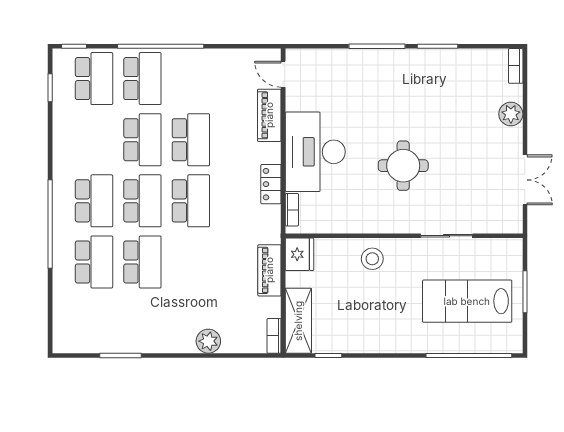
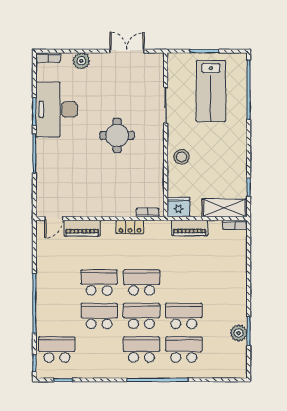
school desk: (142, 79) -> (57, 316), removed
desk: (315, 152) -> (57, 109), moved, turned 90
plant: (208, 341) -> (239, 333), moved

